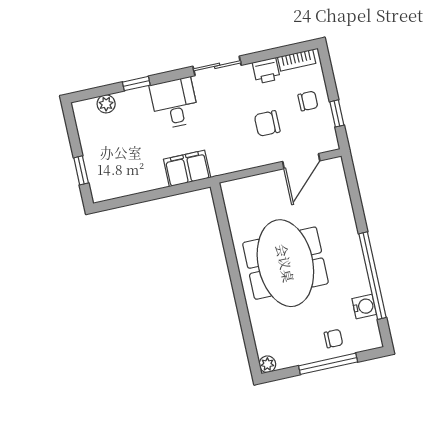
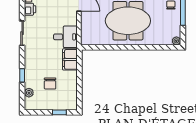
desk: (174, 103) -> (65, 37), moved, turned 180
chair: (267, 123) -> (50, 83), moved

